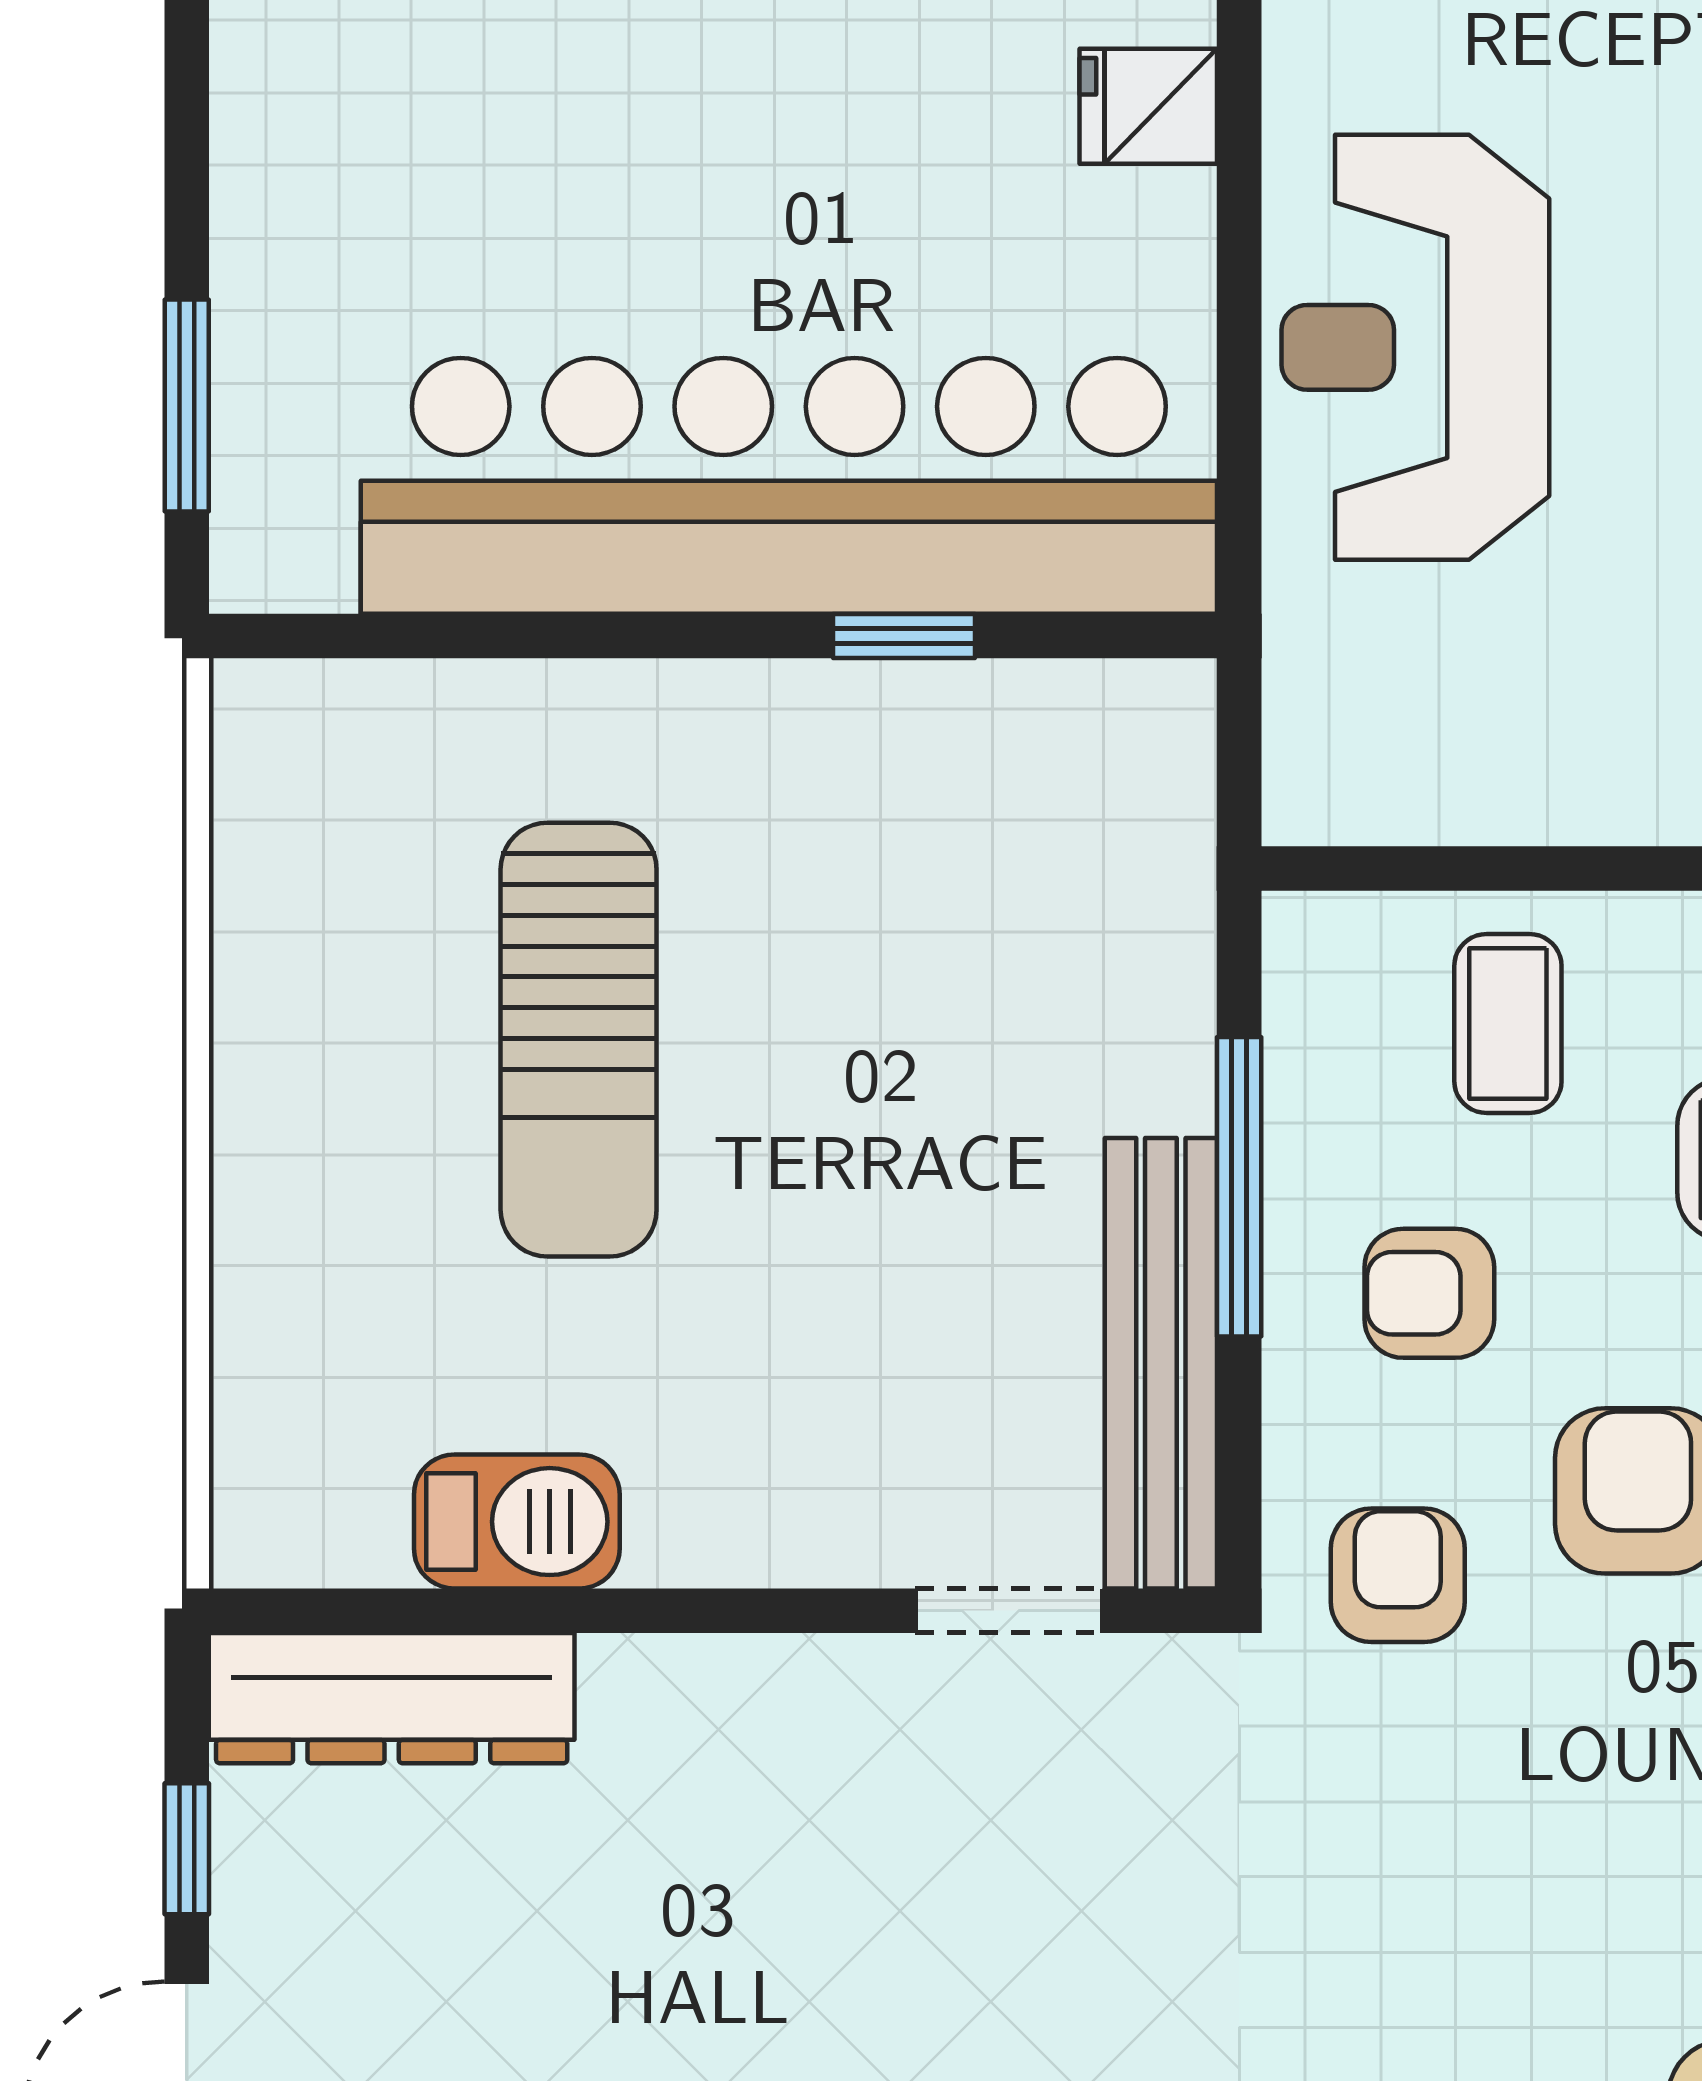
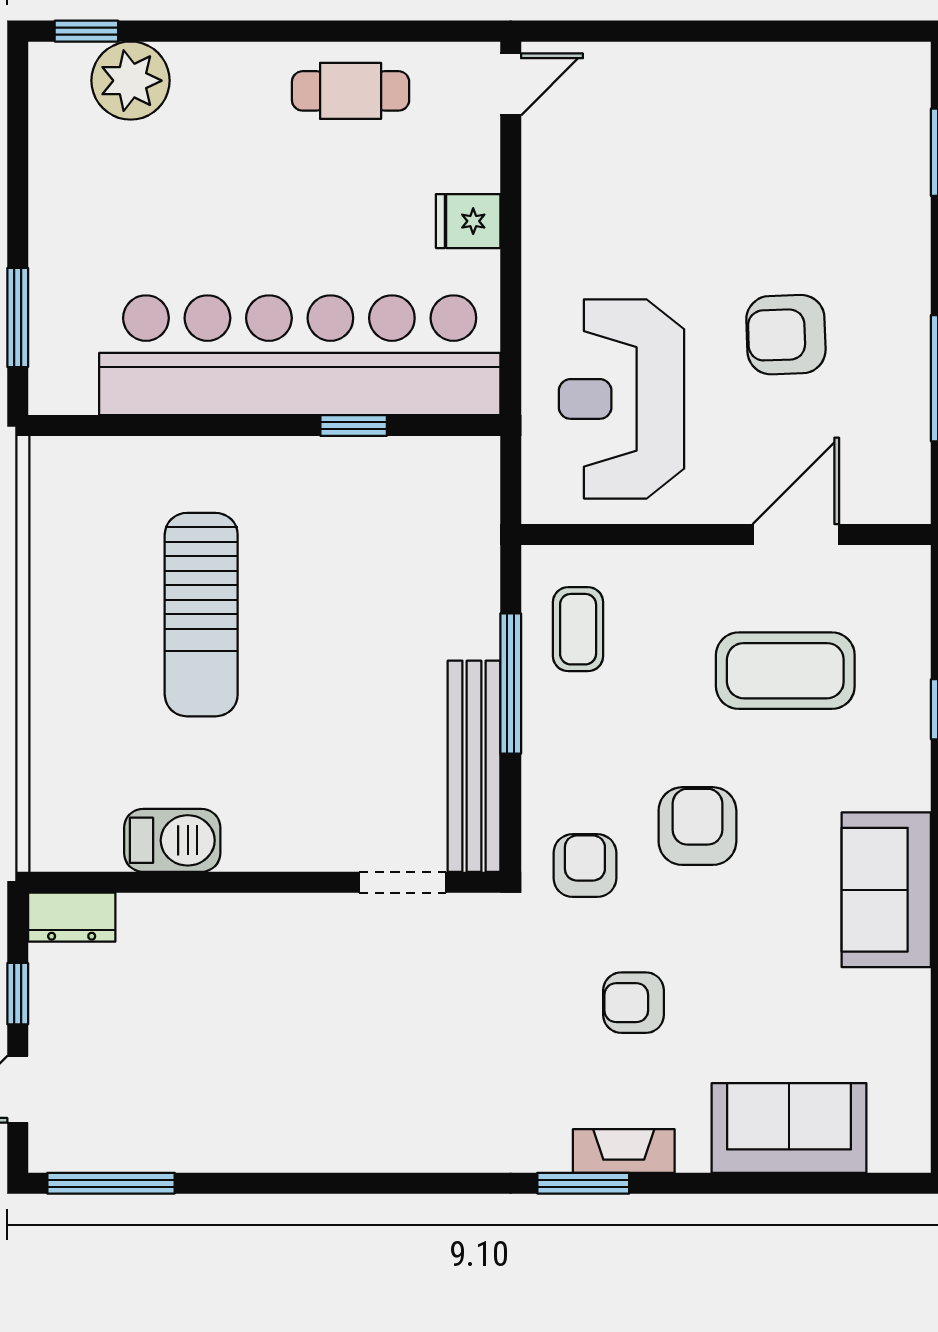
fridge: (1148, 106) -> (468, 221), moved
reception desk: (1415, 347) -> (621, 399), moved
coffee table: (1508, 1024) -> (578, 629), moved
armchair: (1429, 1293) -> (634, 1003), moved
dresser: (392, 1698) -> (72, 917), width x0.51, depth x0.80

